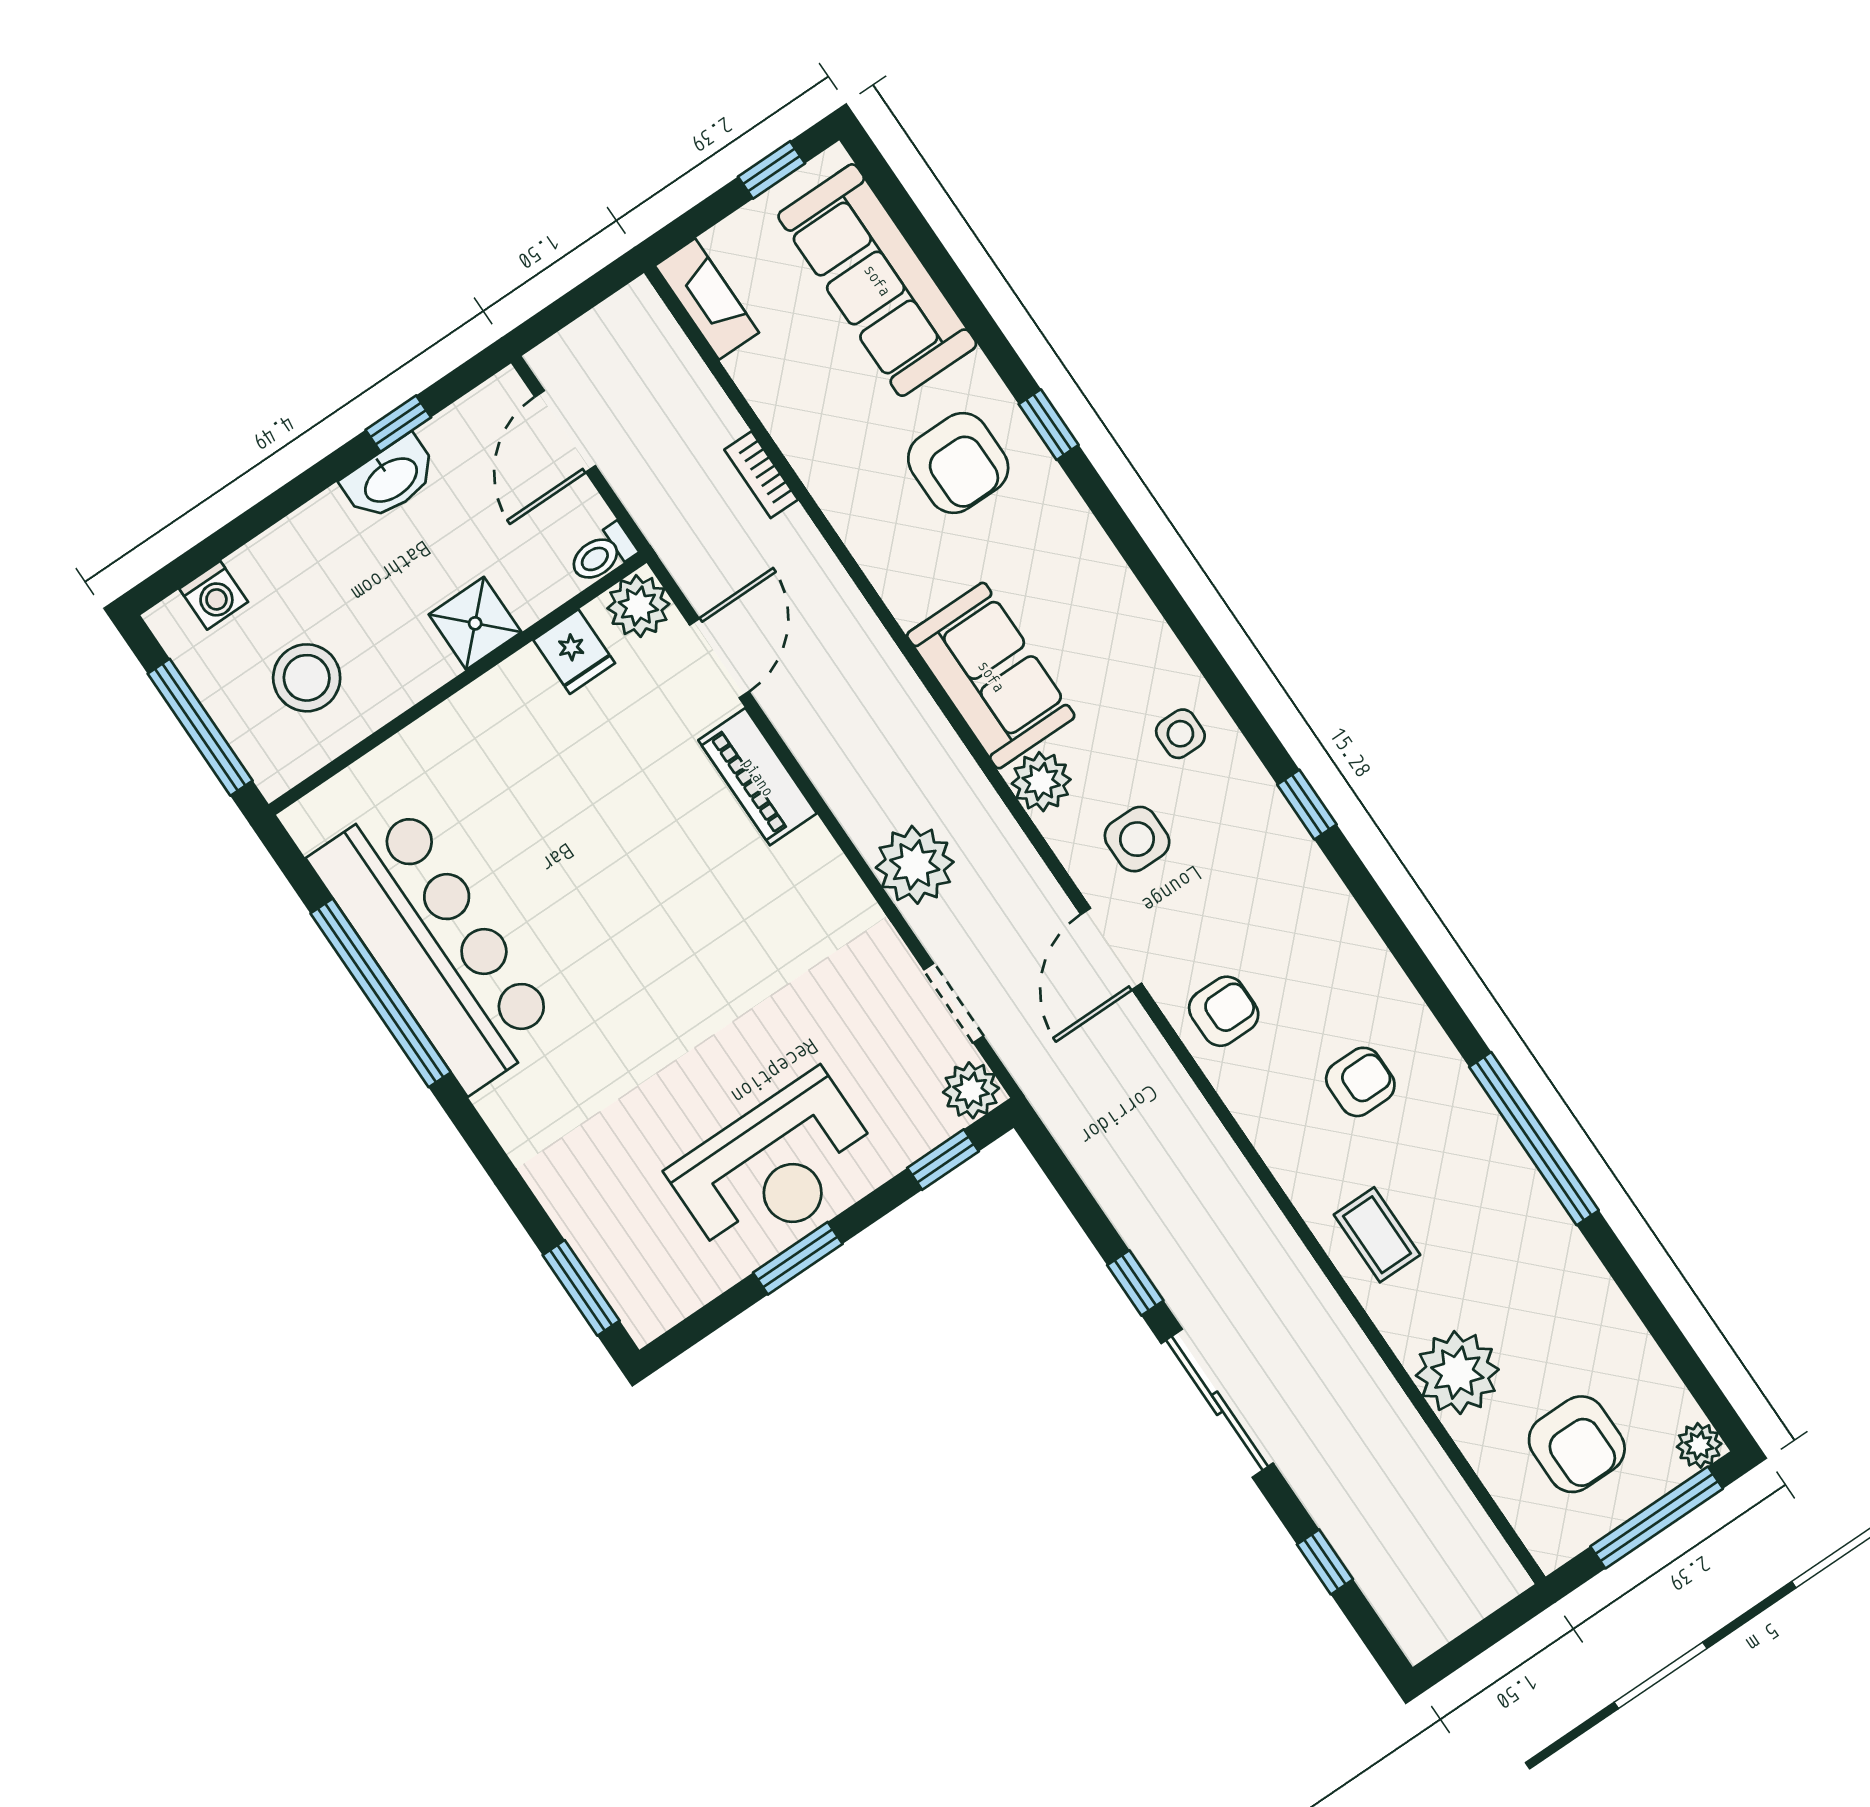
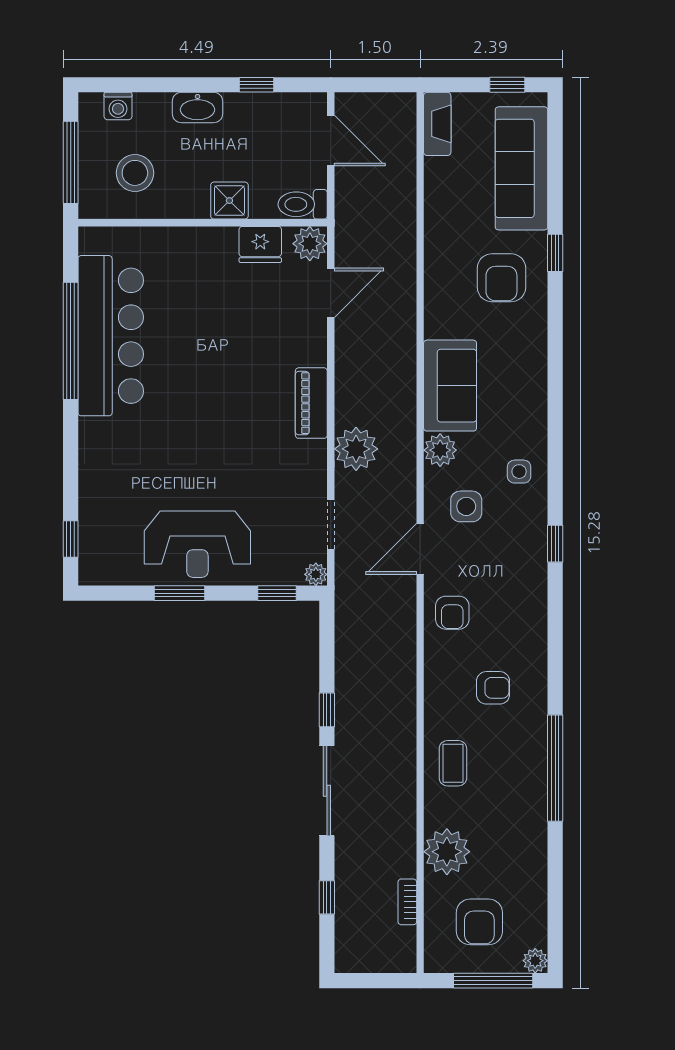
window: (1049, 425) -> (555, 253), moved
door: (565, 431) -> (331, 140), swing flipped
bookcase: (761, 475) -> (407, 902), moved
washbasin: (390, 479) -> (198, 108), moved
toilet: (602, 554) -> (303, 204), width x1.37, depth x1.39
fridge: (574, 652) -> (260, 244), width x1.38
piano: (758, 777) -> (311, 403), moved
armchair: (1224, 1011) -> (452, 613), turned 90
plant: (971, 1090) -> (316, 574), width x0.73, depth x0.73
window: (581, 1288) -> (71, 539), width x0.67

